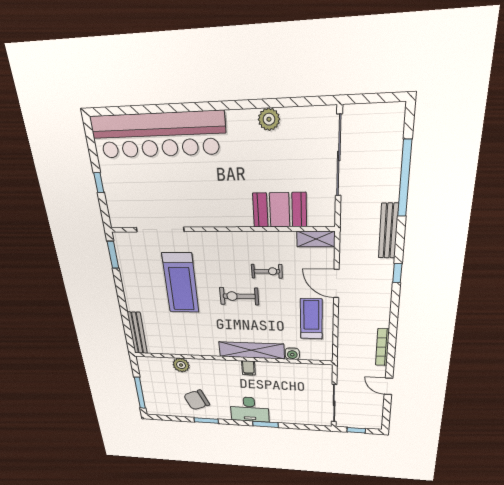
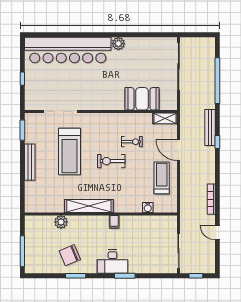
plant: (269, 119) -> (118, 44), moved
bench: (388, 231) -> (210, 127), moved
bench: (137, 333) -> (30, 162), moved
shelving: (251, 350) -> (89, 206), moved

